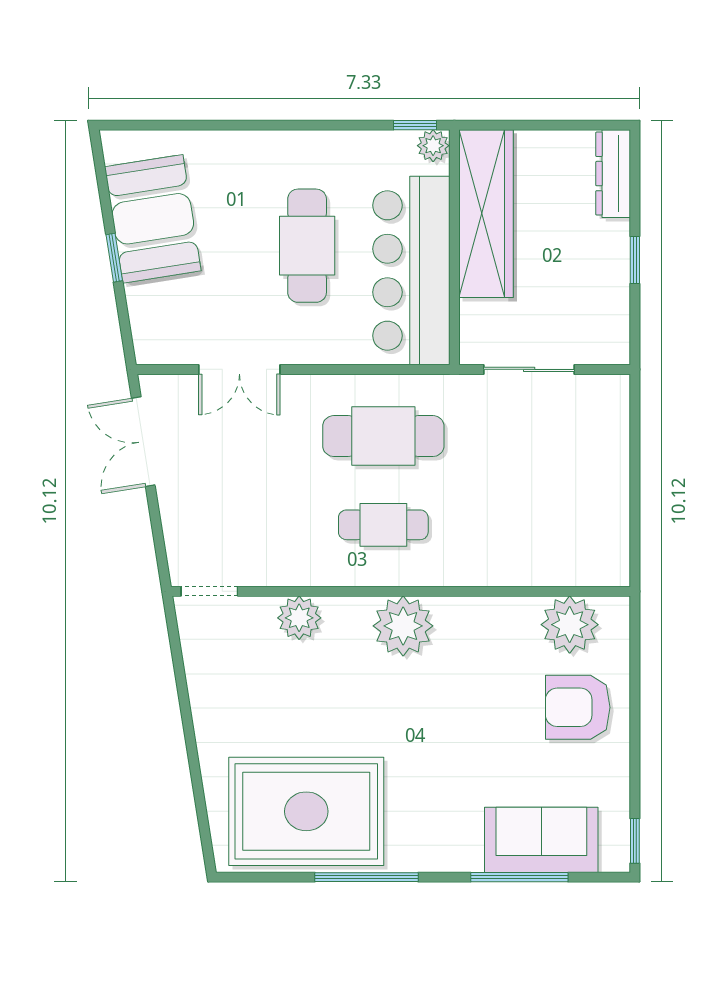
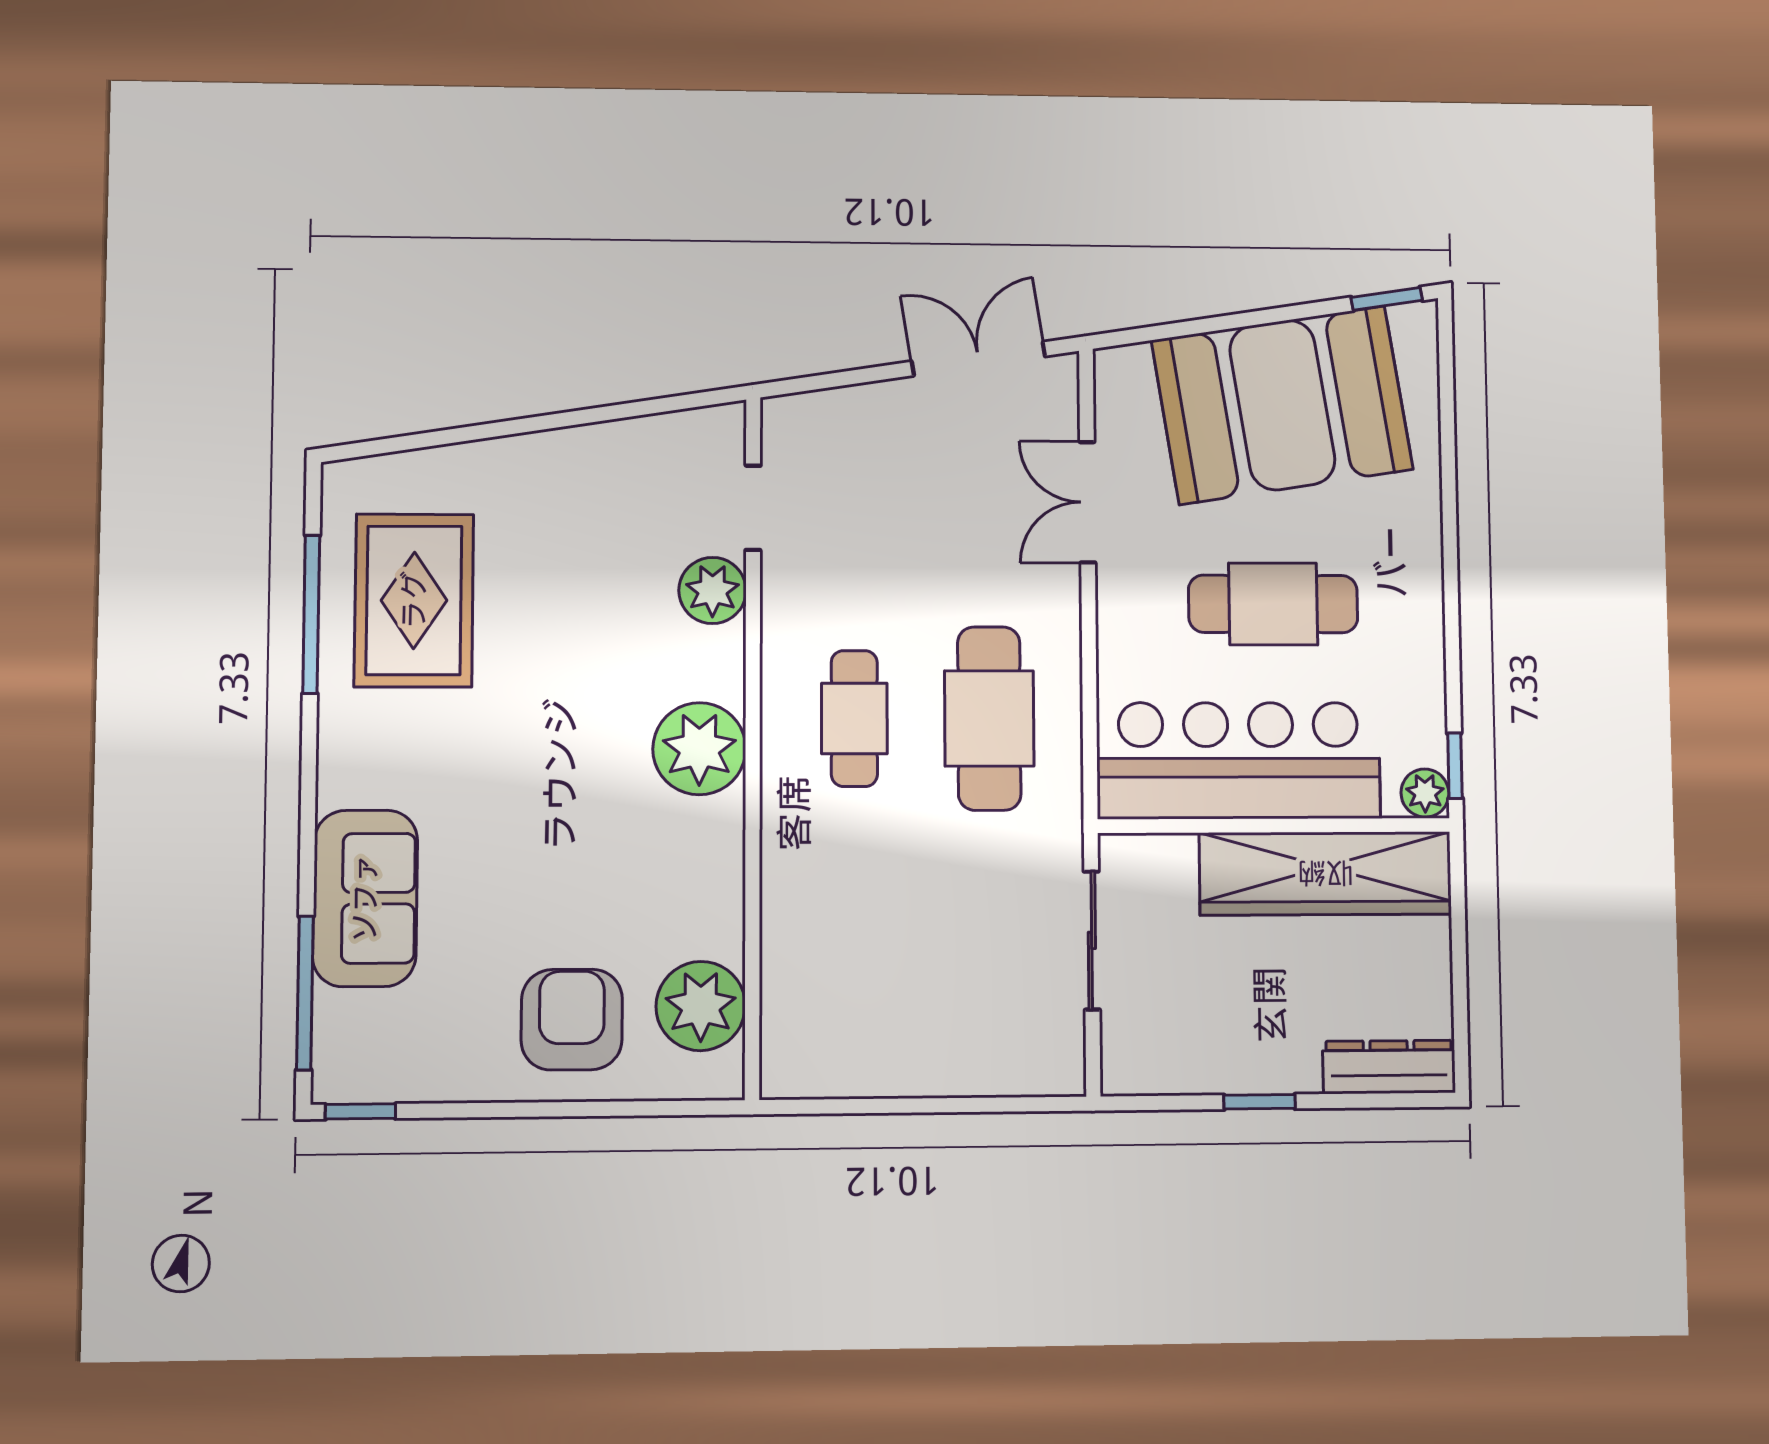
booth: (153, 219) -> (1282, 405), width x1.36, depth x1.42
window: (114, 258) -> (1387, 299), moved
doorway: (209, 591) -> (753, 508), moved
rug: (306, 811) -> (414, 600), width x0.73, depth x0.69
sofa: (541, 840) -> (365, 898), moved
window: (366, 877) -> (311, 614), moved
window: (519, 877) -> (305, 993), moved

